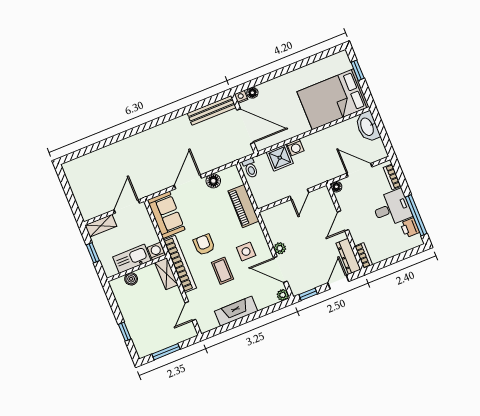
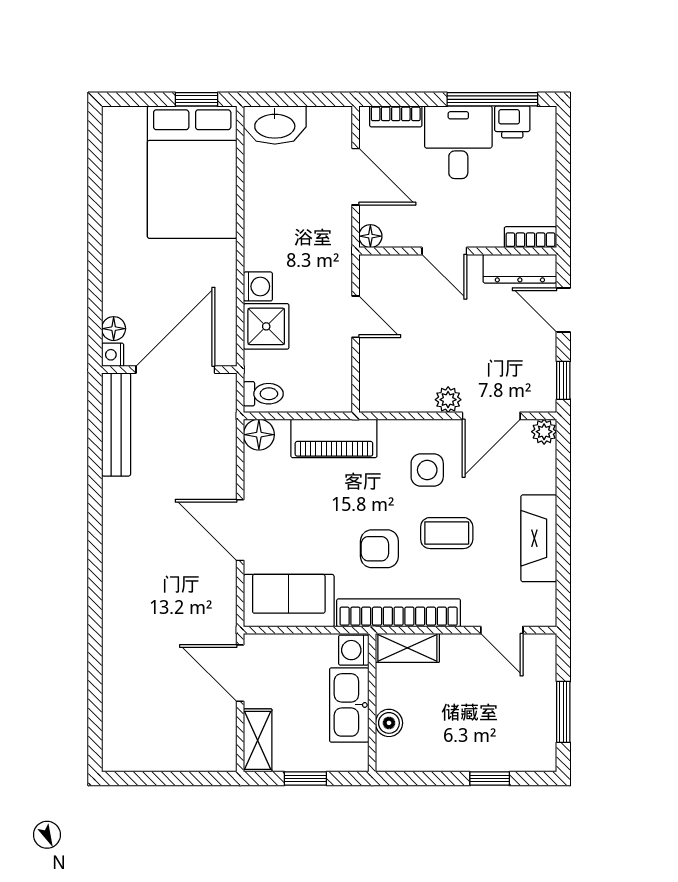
window: (358, 70) -> (196, 99), moved
door: (359, 170) -> (356, 177), swing flipped
floor lamp: (213, 181) -> (259, 435), moved

